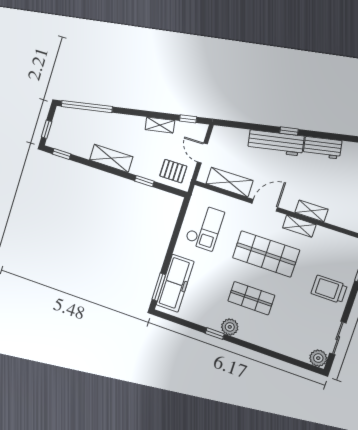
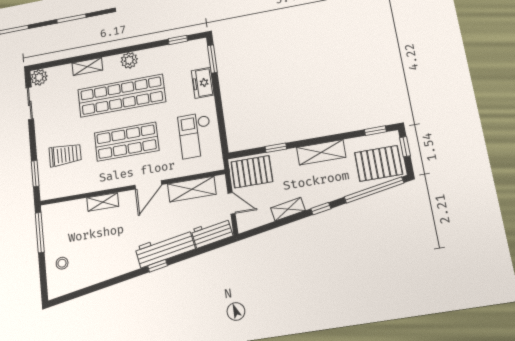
window: (188, 119) -> (321, 209), moved
pallet: (73, 126) -> (379, 163), added
workbench: (322, 148) -> (212, 233), moved
pallet: (173, 171) -> (252, 172), width x1.50, depth x1.42
shelving: (299, 226) -> (87, 67), moved
freezer: (175, 283) -> (203, 83), width x0.52, depth x0.79
trolley: (329, 289) -> (65, 155), moved
shop shelf: (251, 298) -> (122, 96), width x2.00, depth x1.36
window: (215, 334) -> (178, 40), moved

